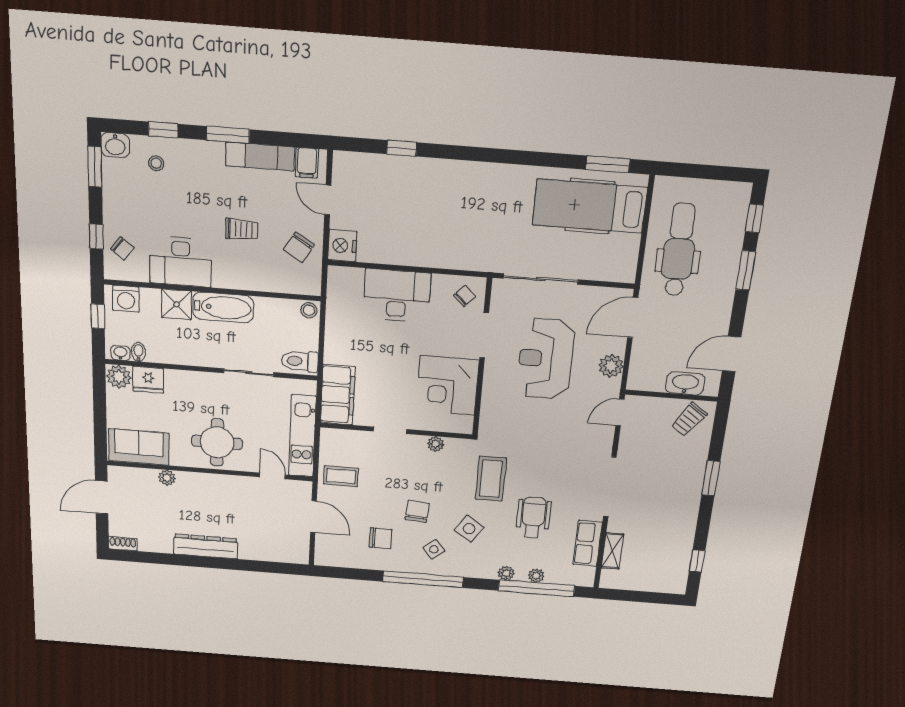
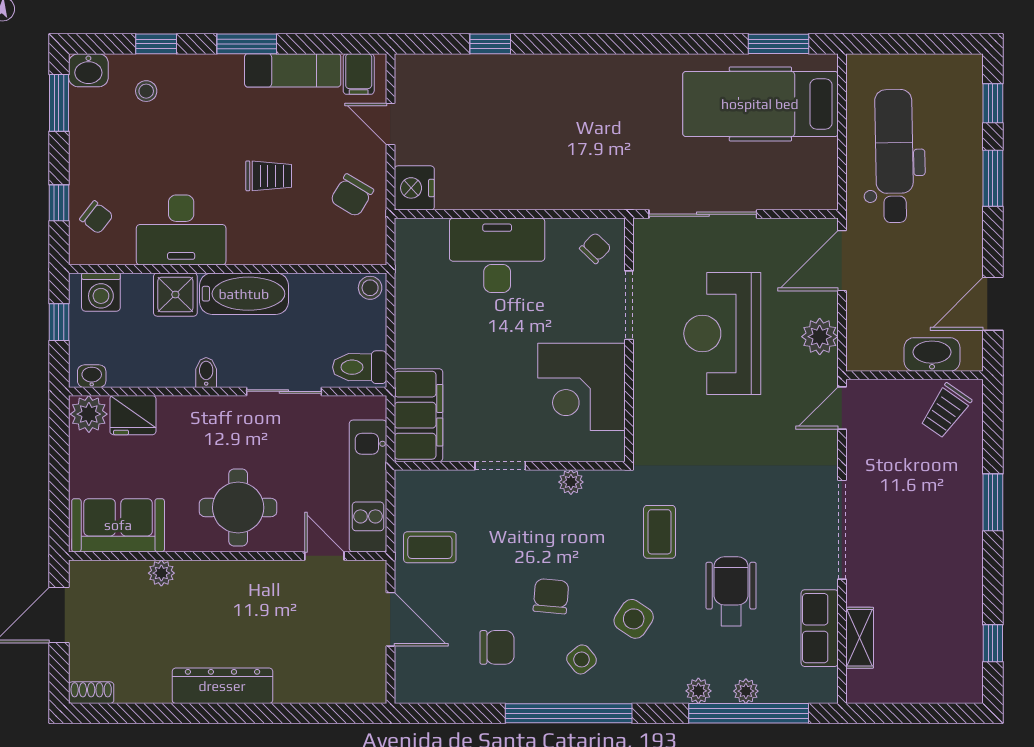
bidet: (138, 352) -> (206, 373), moved
coffee table: (491, 479) -> (660, 532), width x0.73, depth x0.77

